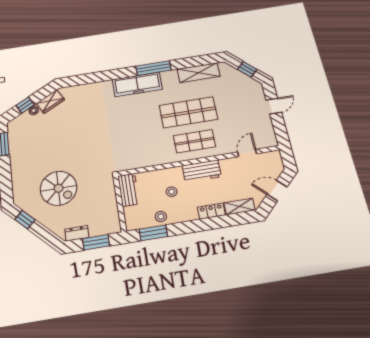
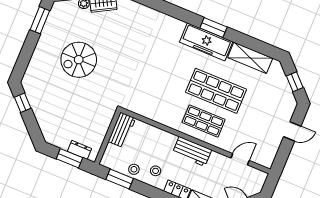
window: (153, 68) -> (214, 28), width x0.69
freezer: (137, 84) -> (206, 42), moved
spiral stairs: (59, 188) -> (79, 60), moved, turned 90
stool: (172, 192) -> (156, 171), moved
dresser: (77, 233) -> (79, 150), moved

